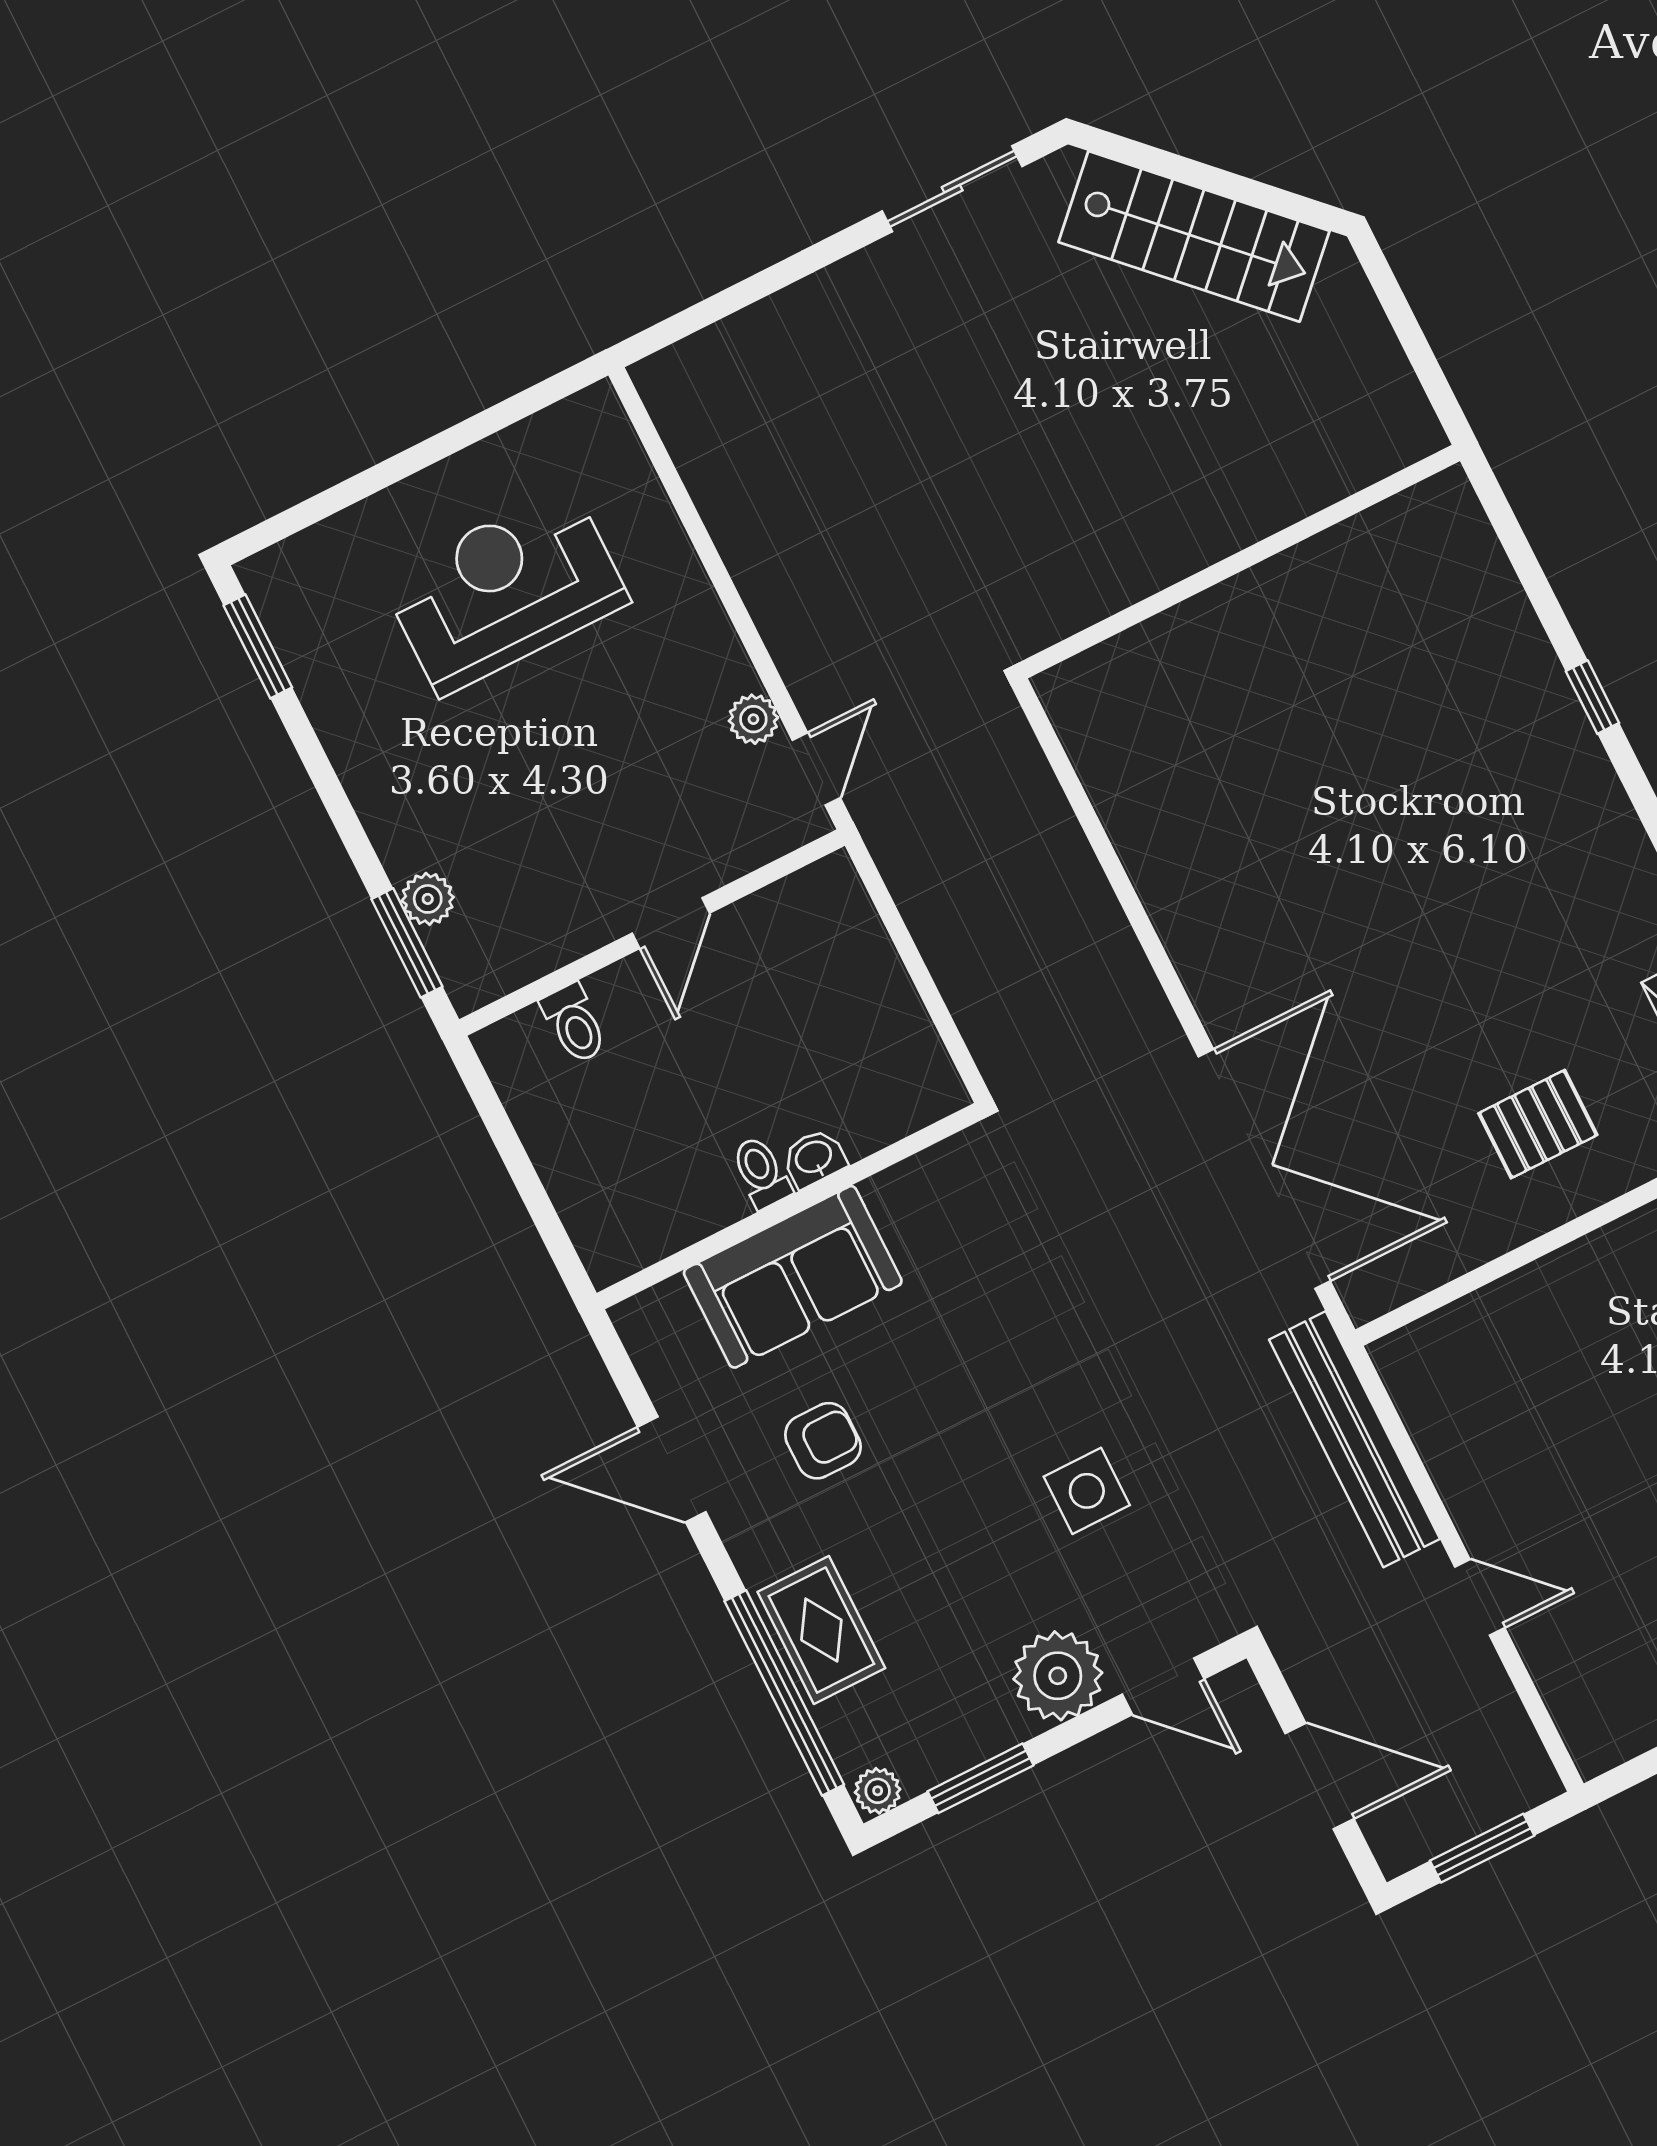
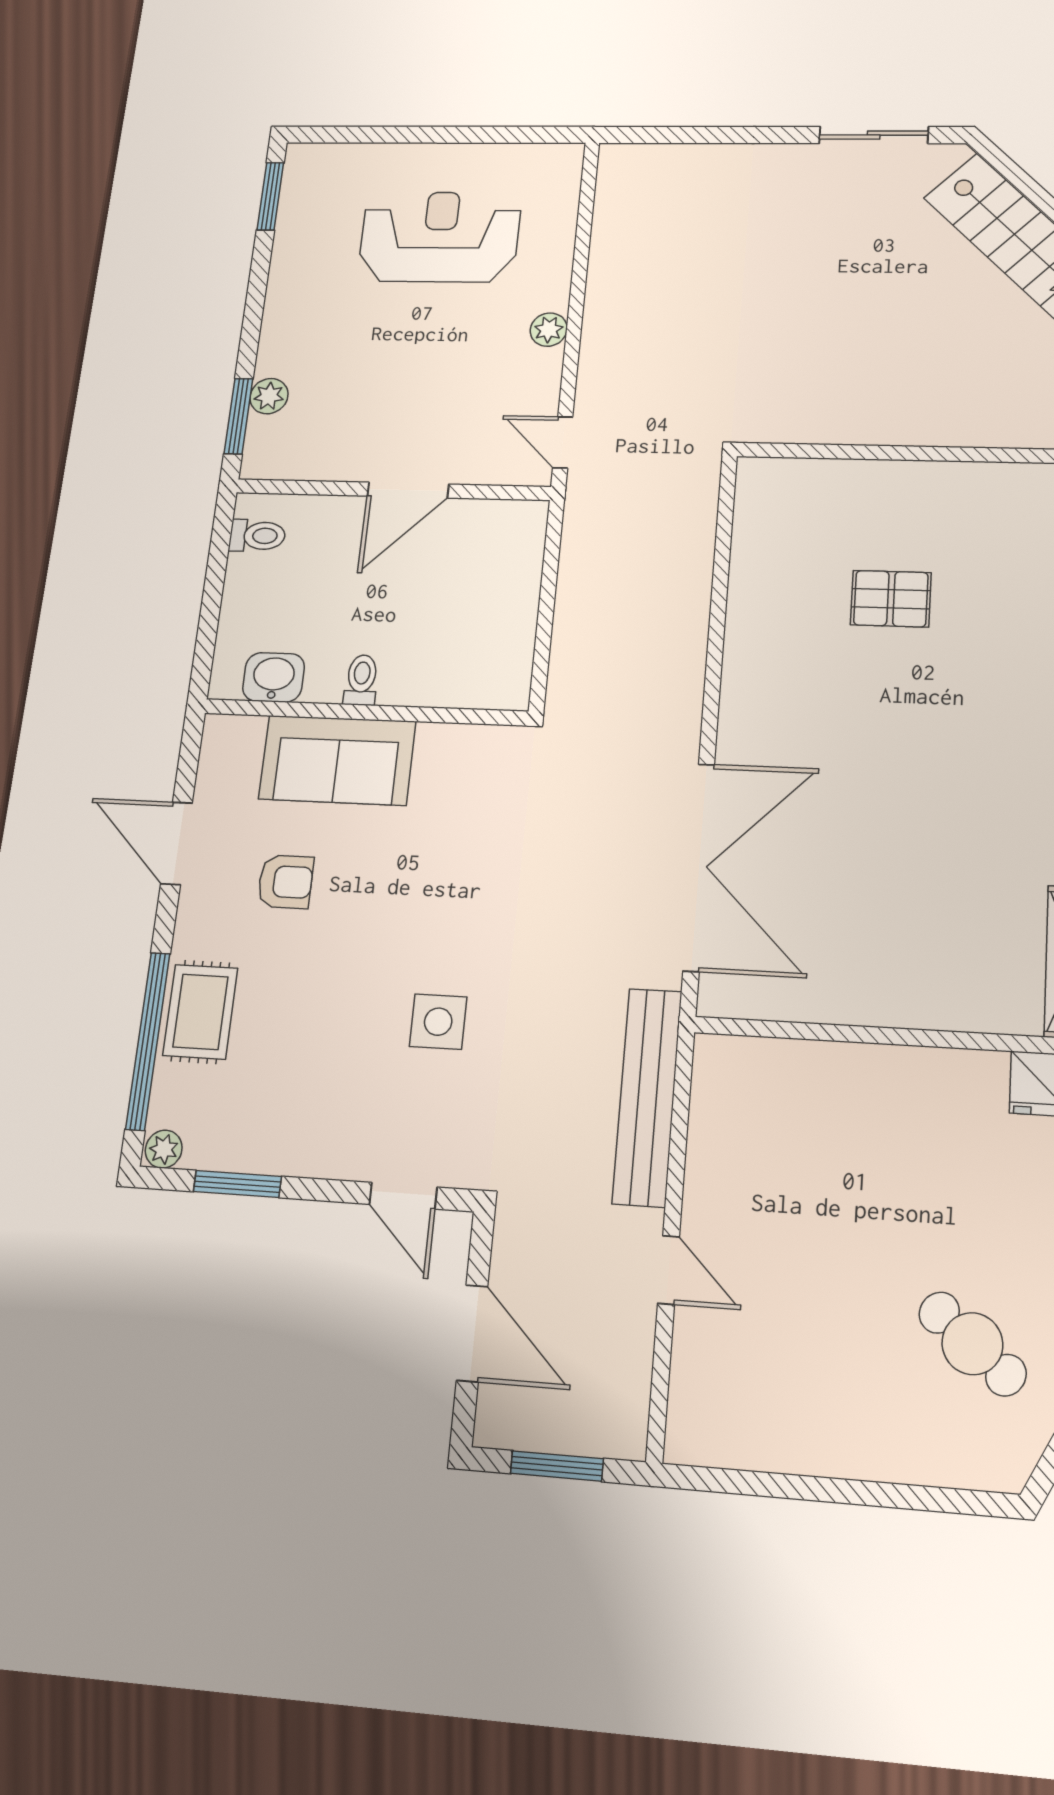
plant: (753, 719) -> (549, 330), moved
door: (816, 769) -> (563, 442), swing flipped
door: (671, 923) -> (408, 490), width x1.38
toilet: (574, 1023) -> (257, 536), moved, turned -90
pallet: (1538, 1124) -> (891, 599), moved
washbasin: (814, 1158) -> (274, 677), moved, width x1.38, depth x1.45
plant: (1058, 1676) -> (336, 1142), removed

